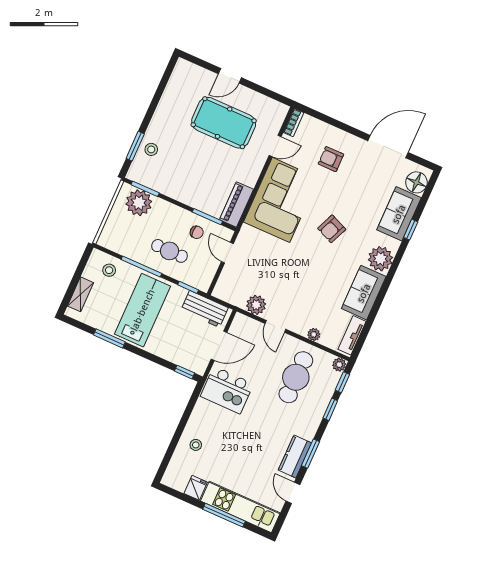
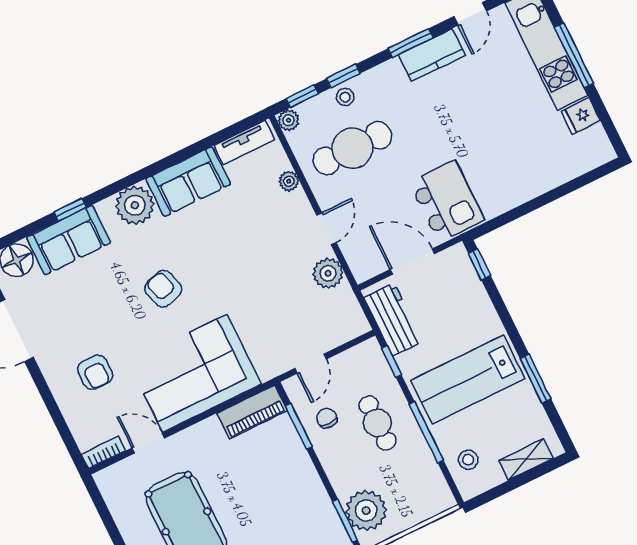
armchair: (332, 229) -> (163, 289), turned -130
stool: (196, 445) -> (345, 97), moved

